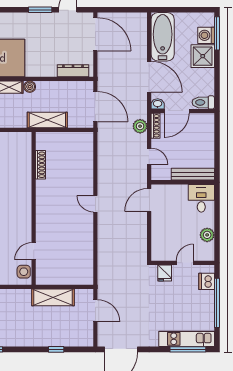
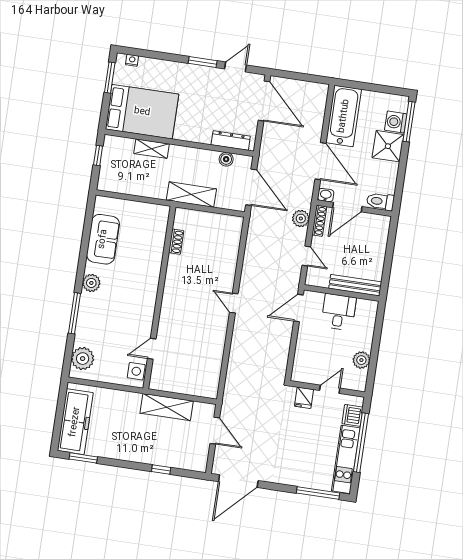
boiler: (30, 87) -> (226, 159), moved
shoe rack: (41, 165) -> (176, 242), width x0.70
desk: (201, 198) -> (339, 312), moved
kitchen unit: (187, 339) -> (346, 459), moved, turned -90

